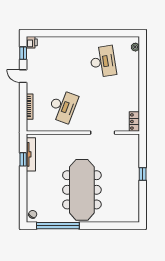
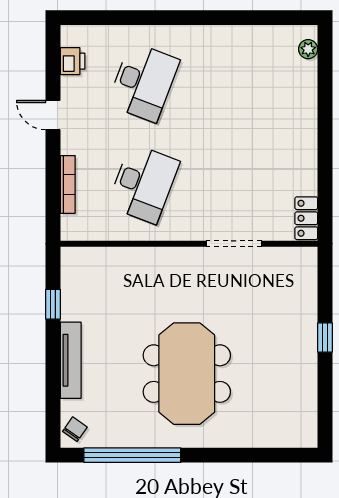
printer: (32, 42) -> (73, 61), moved
window: (23, 53) -> (53, 63), removed
desk: (103, 62) -> (143, 82), moved, turned 30
tv unit: (31, 154) -> (71, 360), moved
meeting table: (82, 190) -> (187, 374), width x0.73

